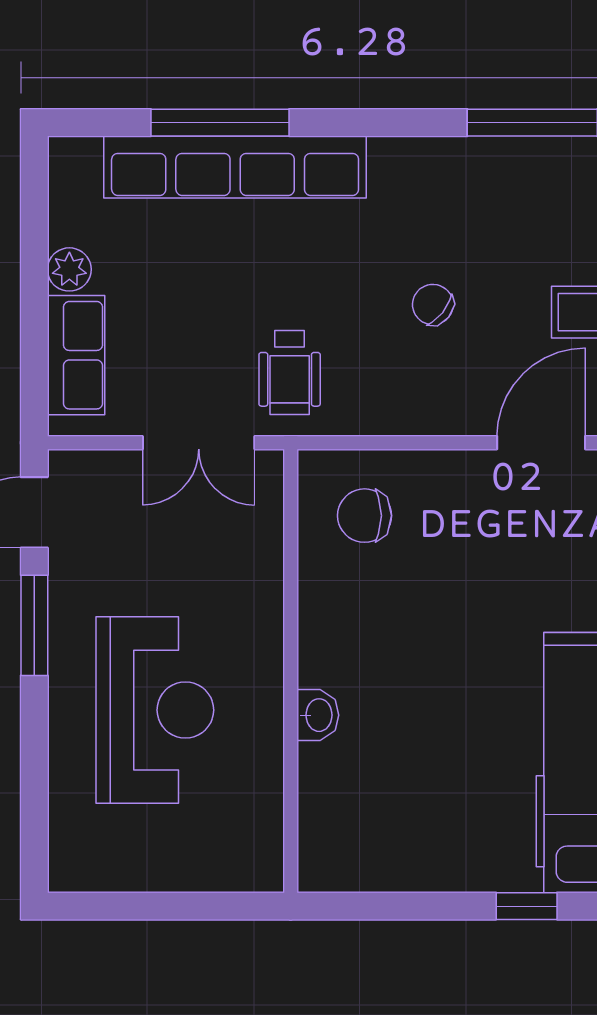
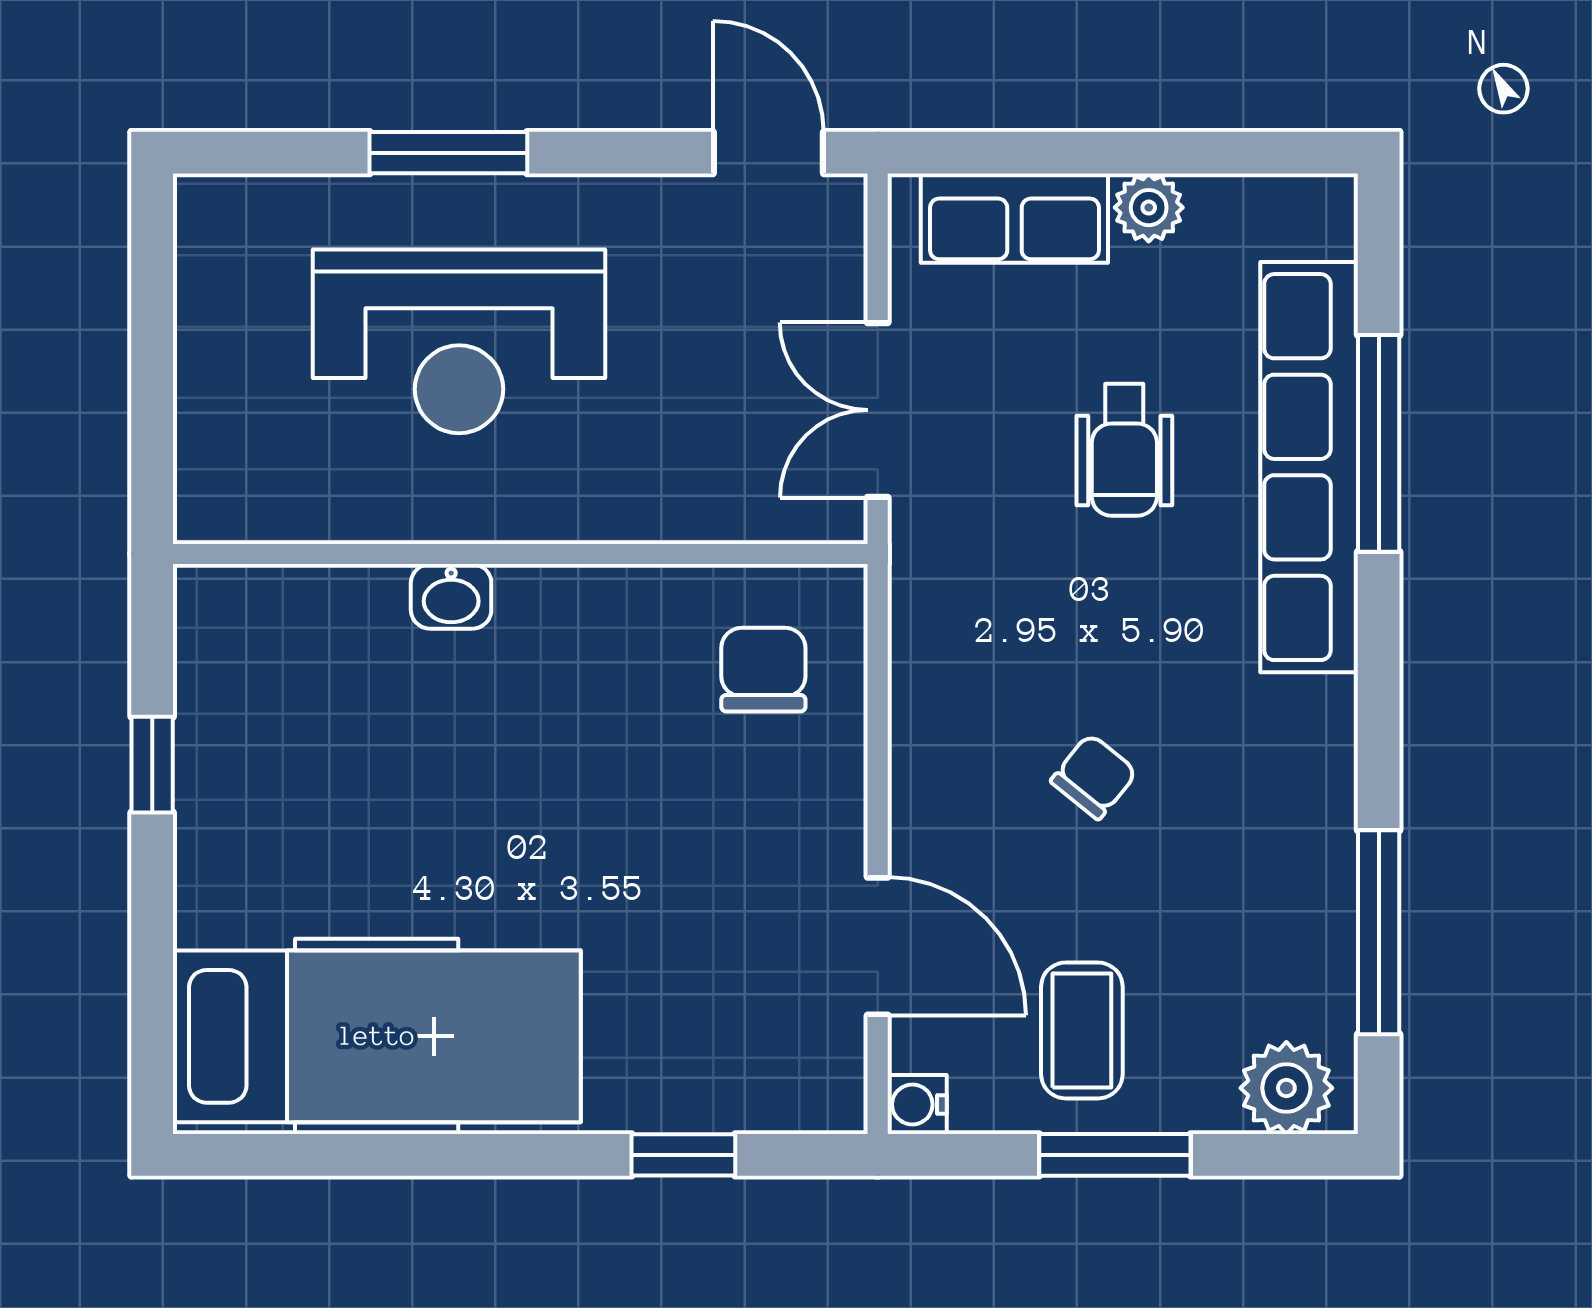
wheelchair: (290, 373) -> (1124, 450), moved, turned -90
window: (34, 625) -> (448, 153), moved
window: (527, 906) -> (152, 765), moved

